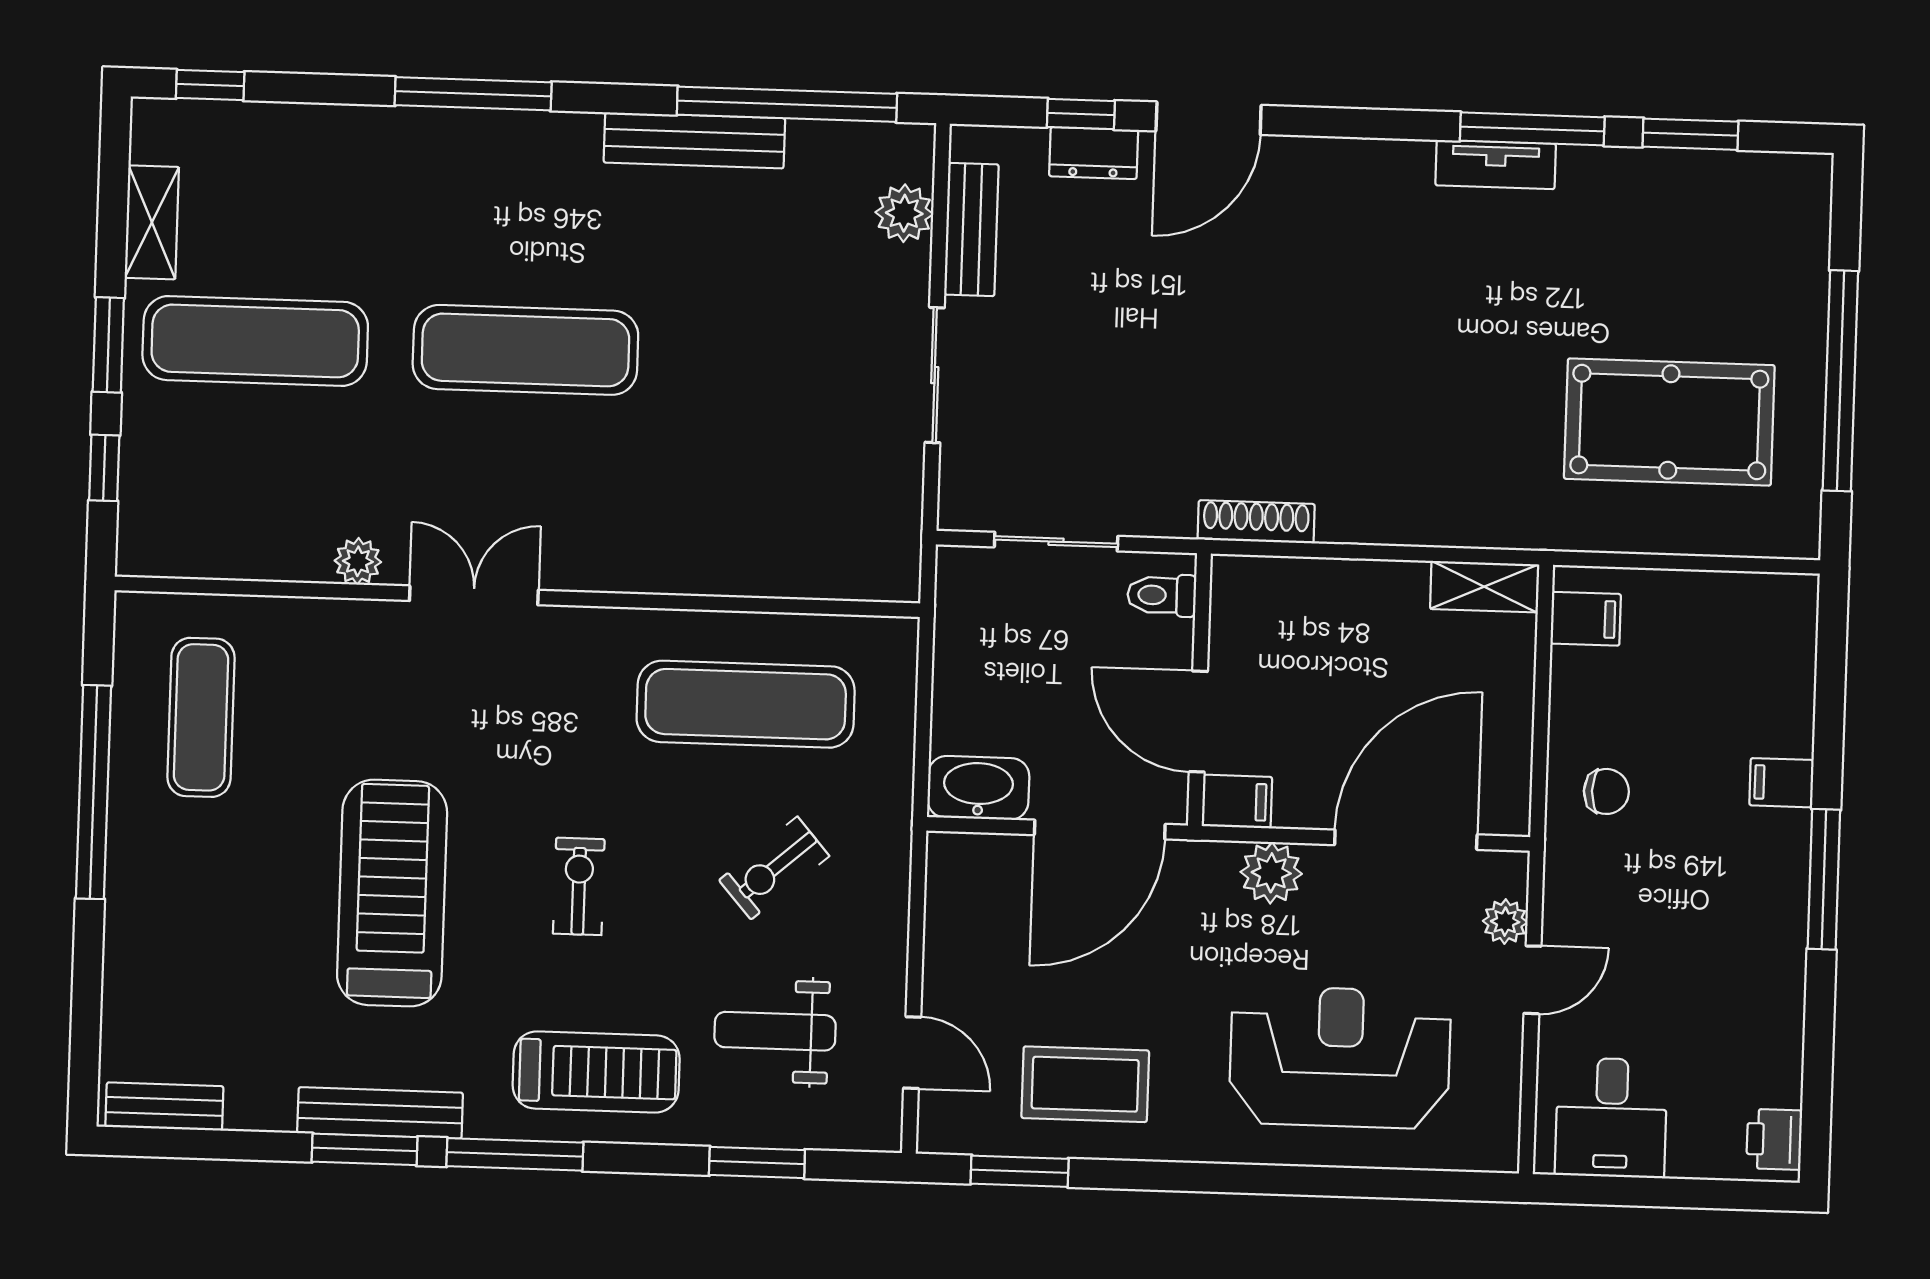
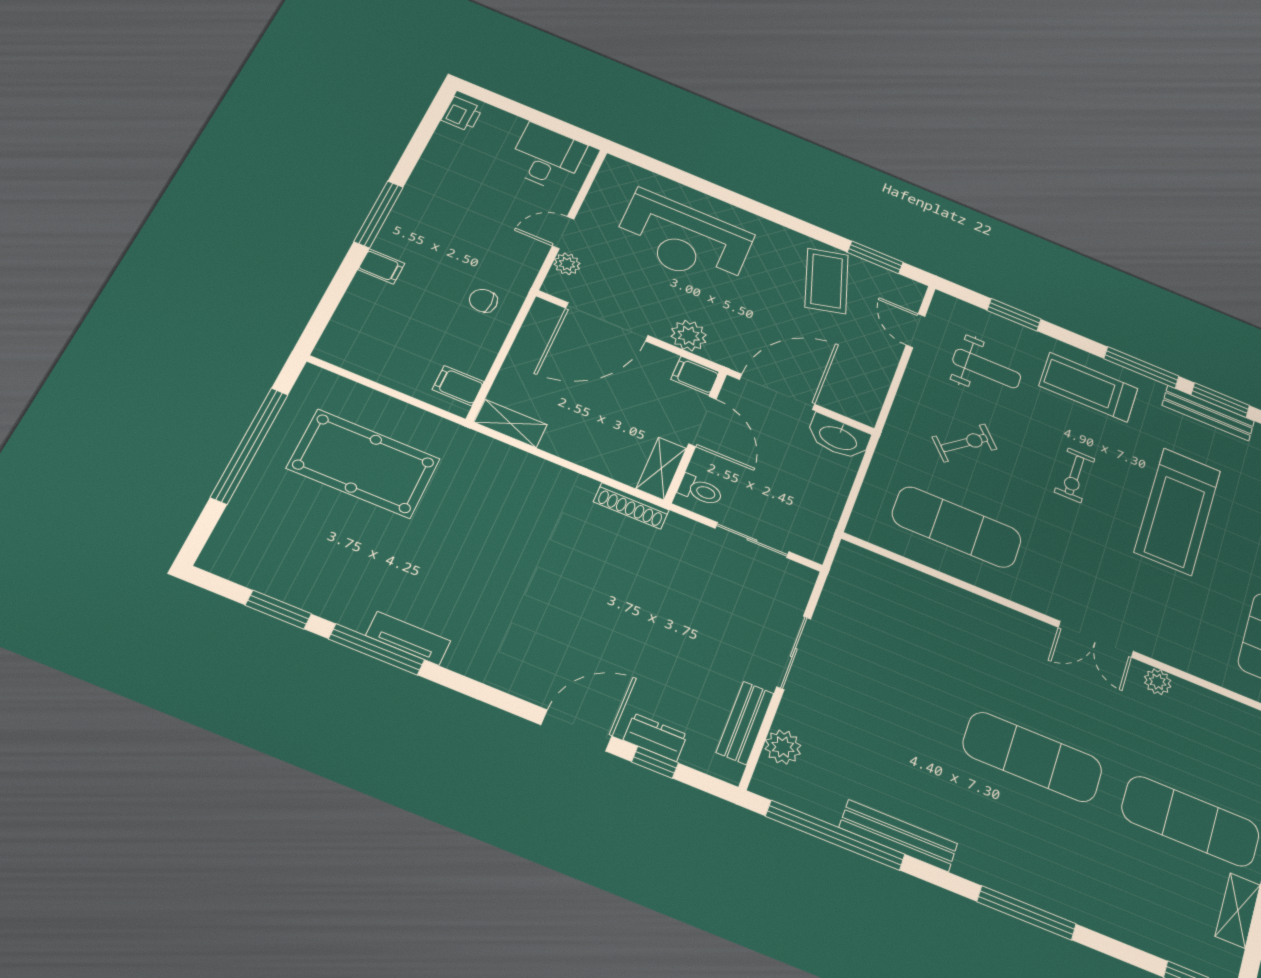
shelving: (1233, 608) -> (661, 468), added
coffee table: (1085, 1084) -> (827, 281), turned 74

